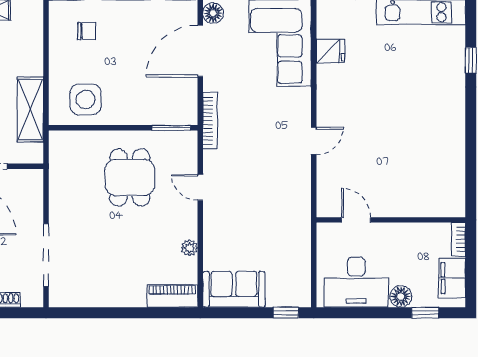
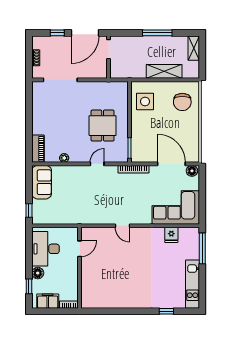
chair: (87, 31) -> (182, 102), width x1.87, depth x1.87
shelving: (30, 109) -> (164, 71), moved
dining table: (130, 177) -> (103, 126), turned 90

